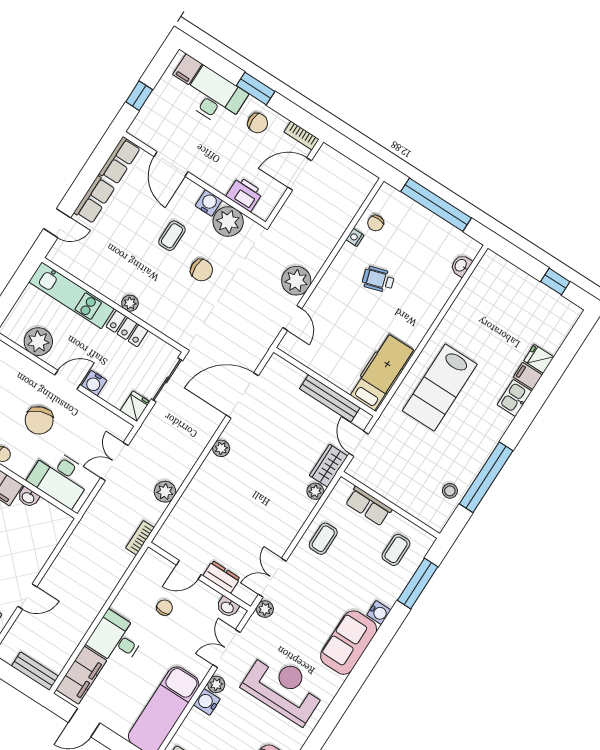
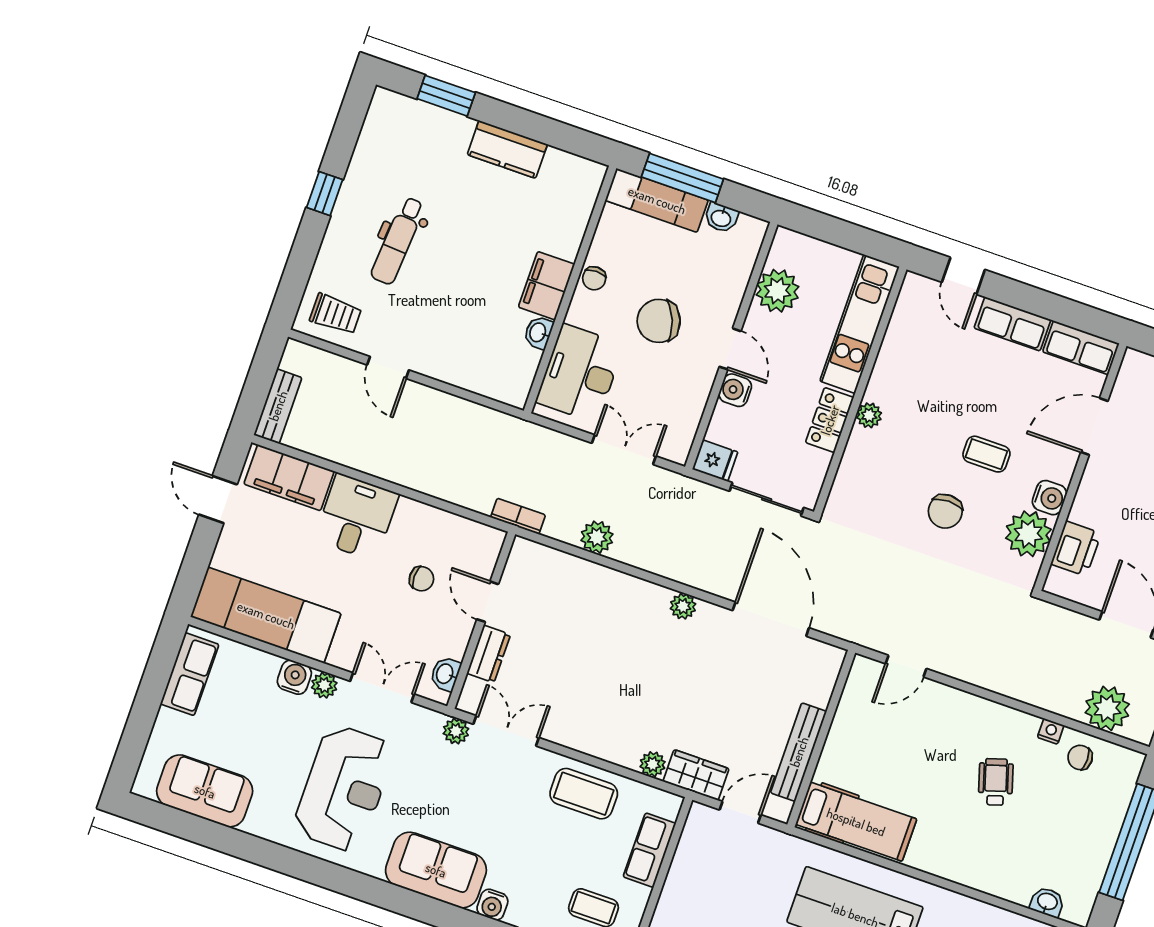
plant: (296, 281) -> (1107, 708), moved
coffee table: (323, 539) -> (584, 794), width x1.36, depth x1.30

